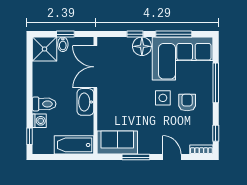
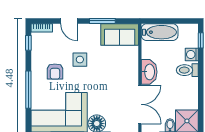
side table: (163, 98) -> (80, 60), moved

